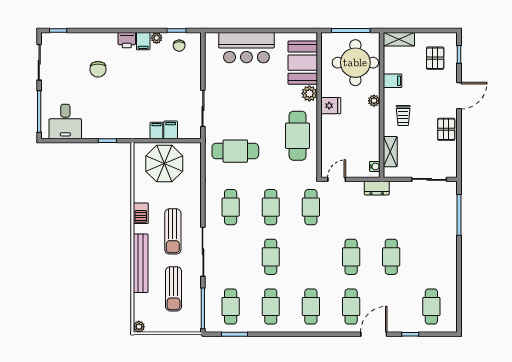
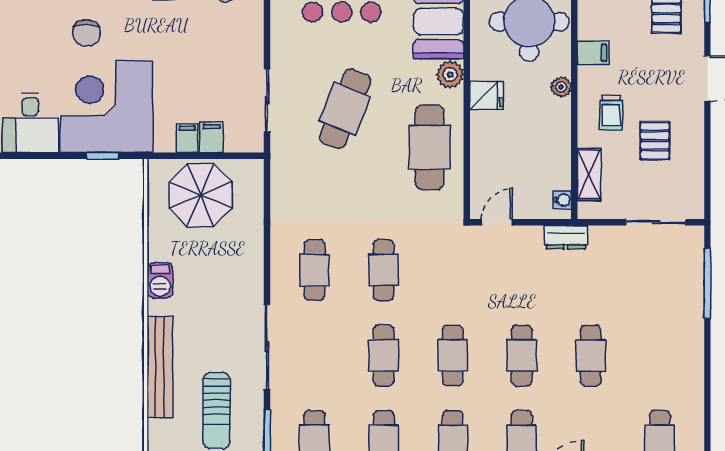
corner desk: (110, 112) -> (106, 106), added
pallet: (446, 129) -> (655, 140), moved
cafe table: (235, 151) -> (345, 109), moved, turned -68
cafe table: (311, 207) -> (453, 355), moved
sun lounger: (173, 231) -> (215, 312), removed

